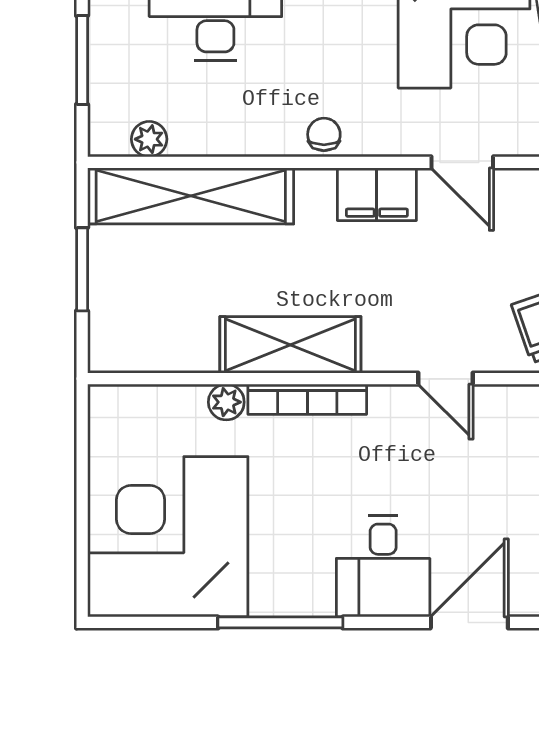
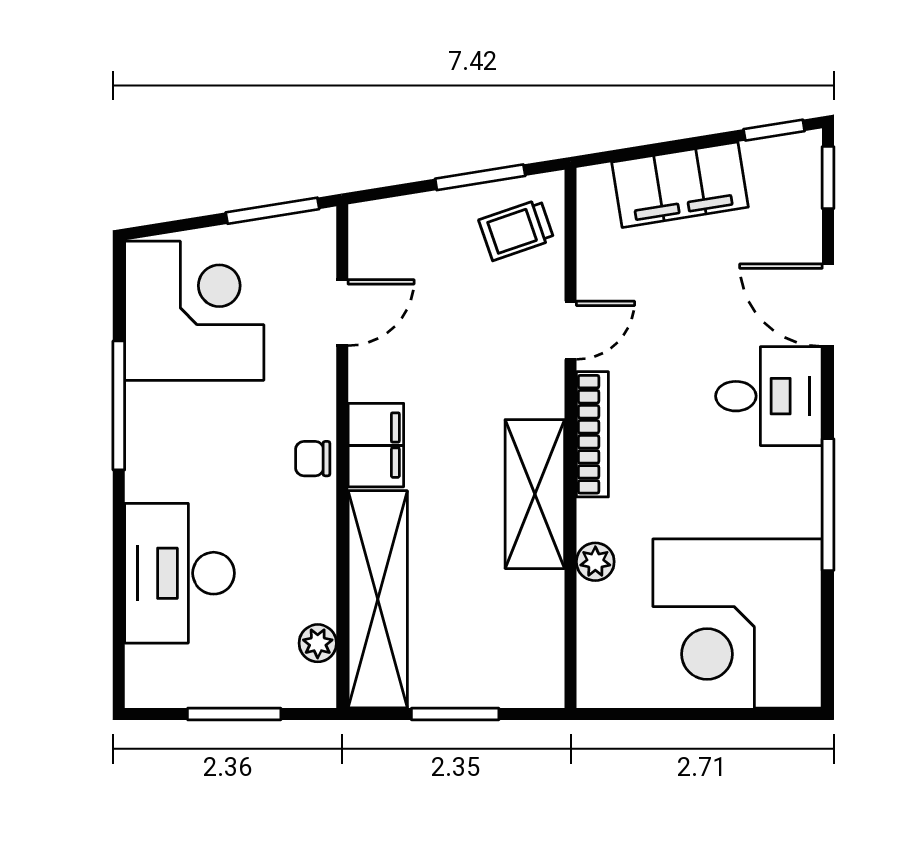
filing cabinet: (377, 194) -> (376, 445), moved
bookcase: (307, 399) -> (592, 434), moved

